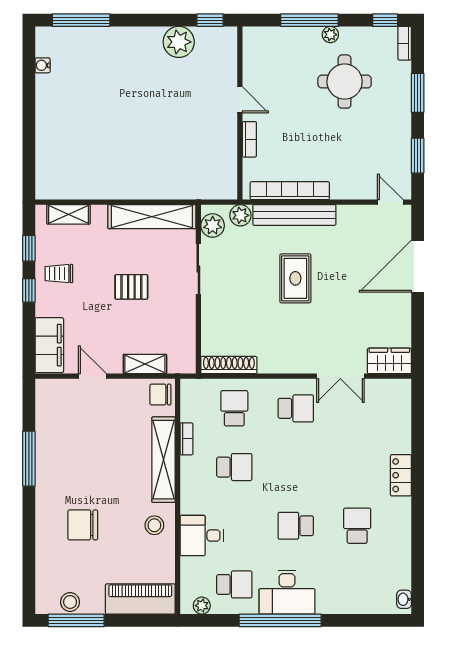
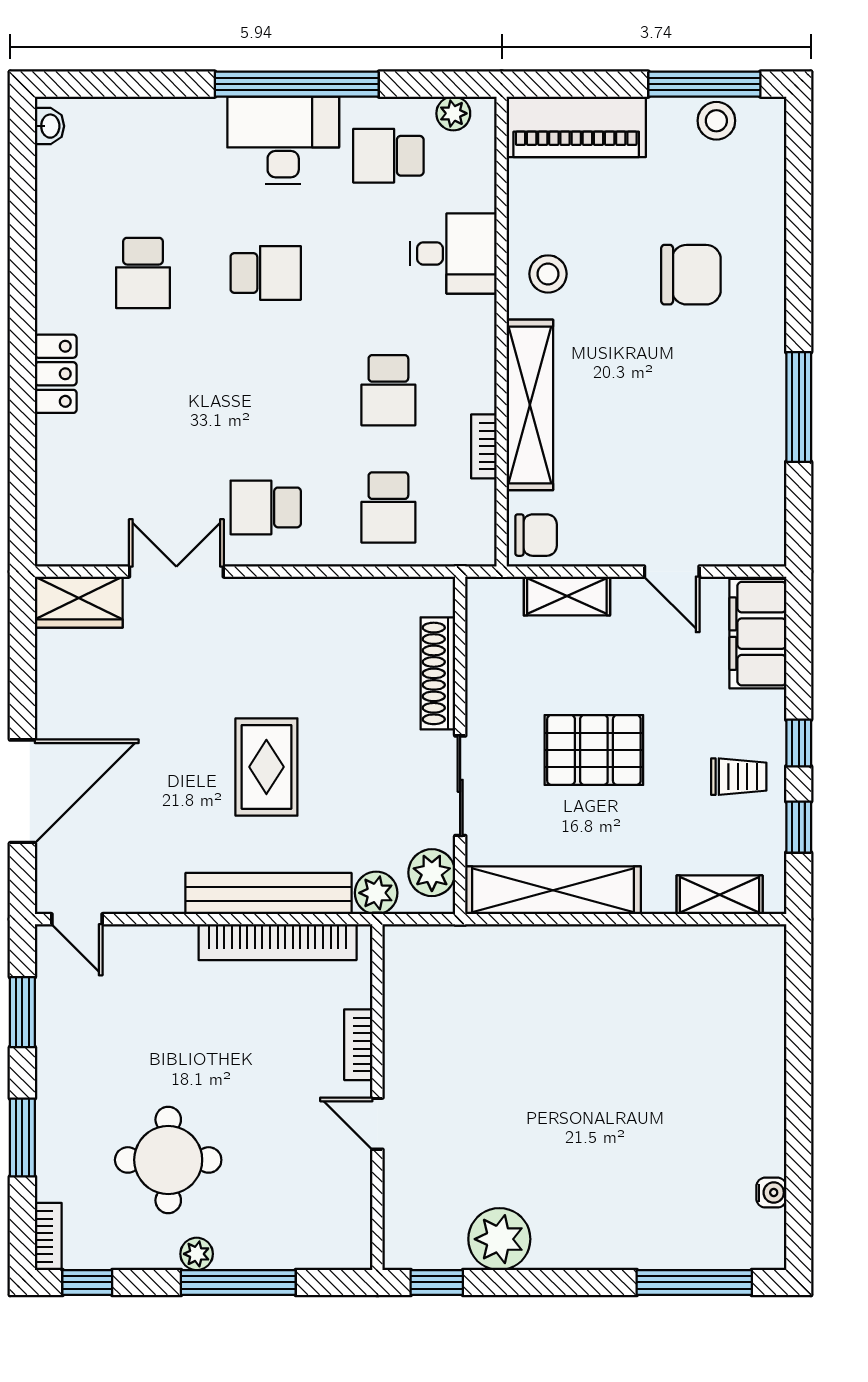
pallet: (131, 287) -> (594, 750), width x1.50, depth x1.42
shoe rack: (229, 365) -> (438, 673), moved, turned 90
school desk: (234, 467) -> (388, 390), turned -90

